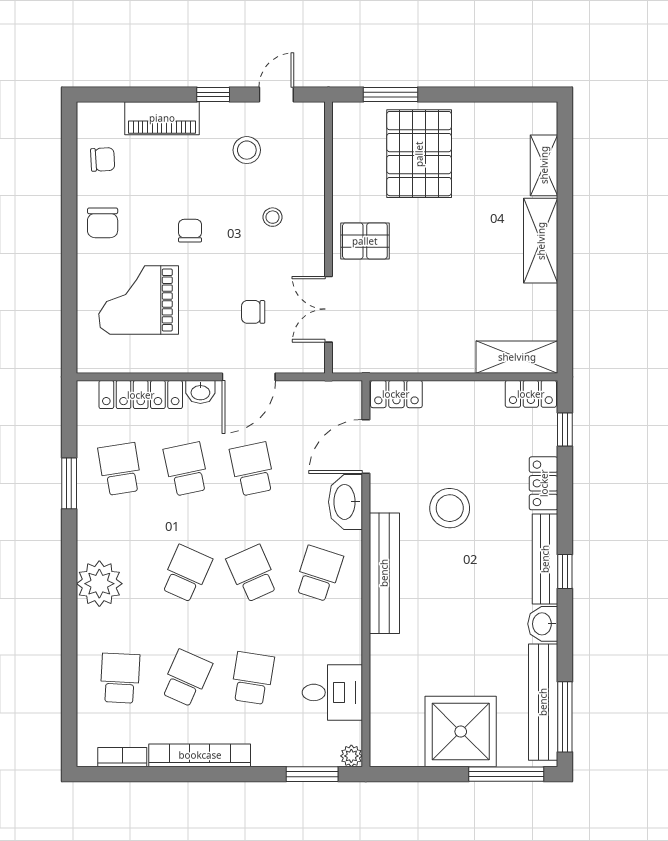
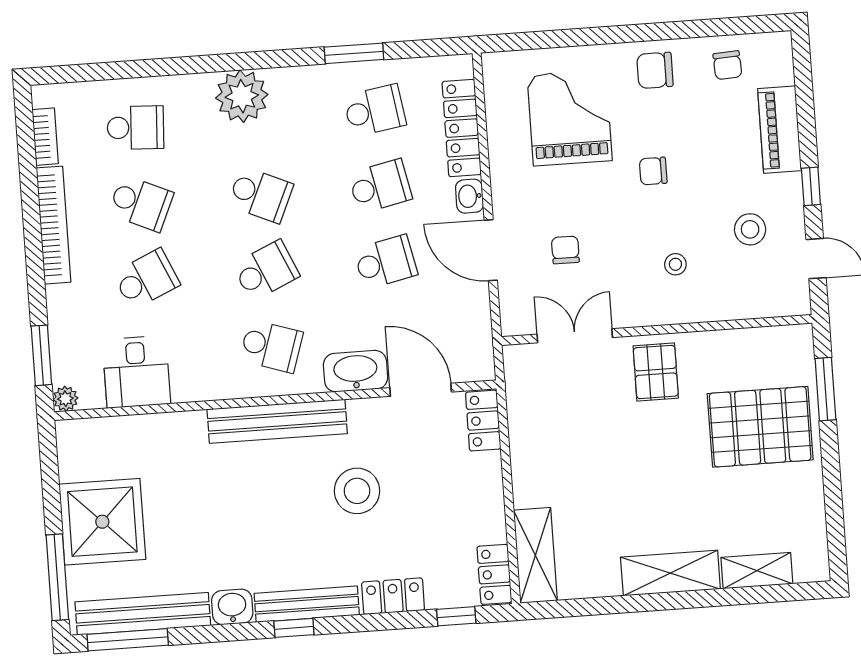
chair: (190, 231) -> (653, 171), turned 180
school desk: (252, 678) -> (146, 279), turned -33

